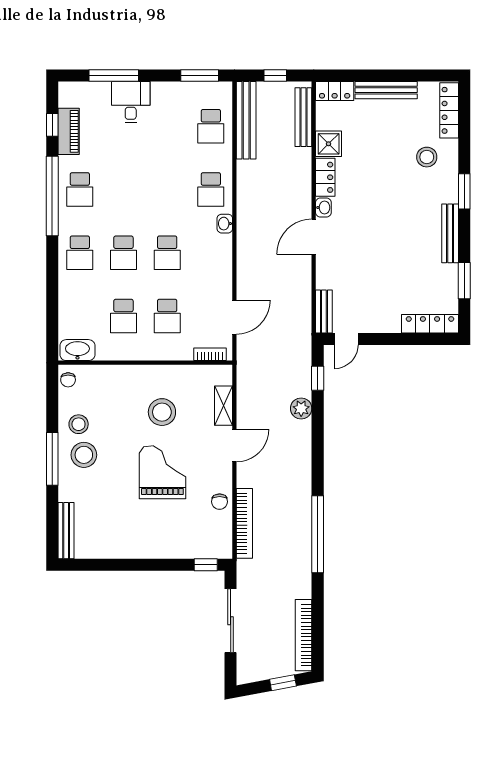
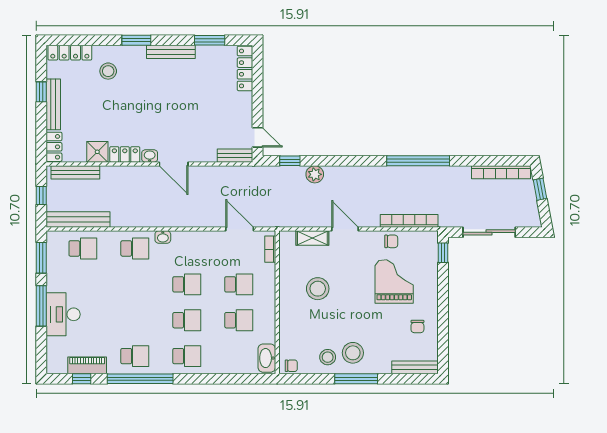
window: (114, 75) -> (41, 306), moved
window: (401, 75) -> (41, 92), added
desk: (131, 102) -> (63, 314), width x1.37
grand piano: (162, 472) -> (394, 281), moved, turned 90
chair: (116, 534) -> (417, 326), added

